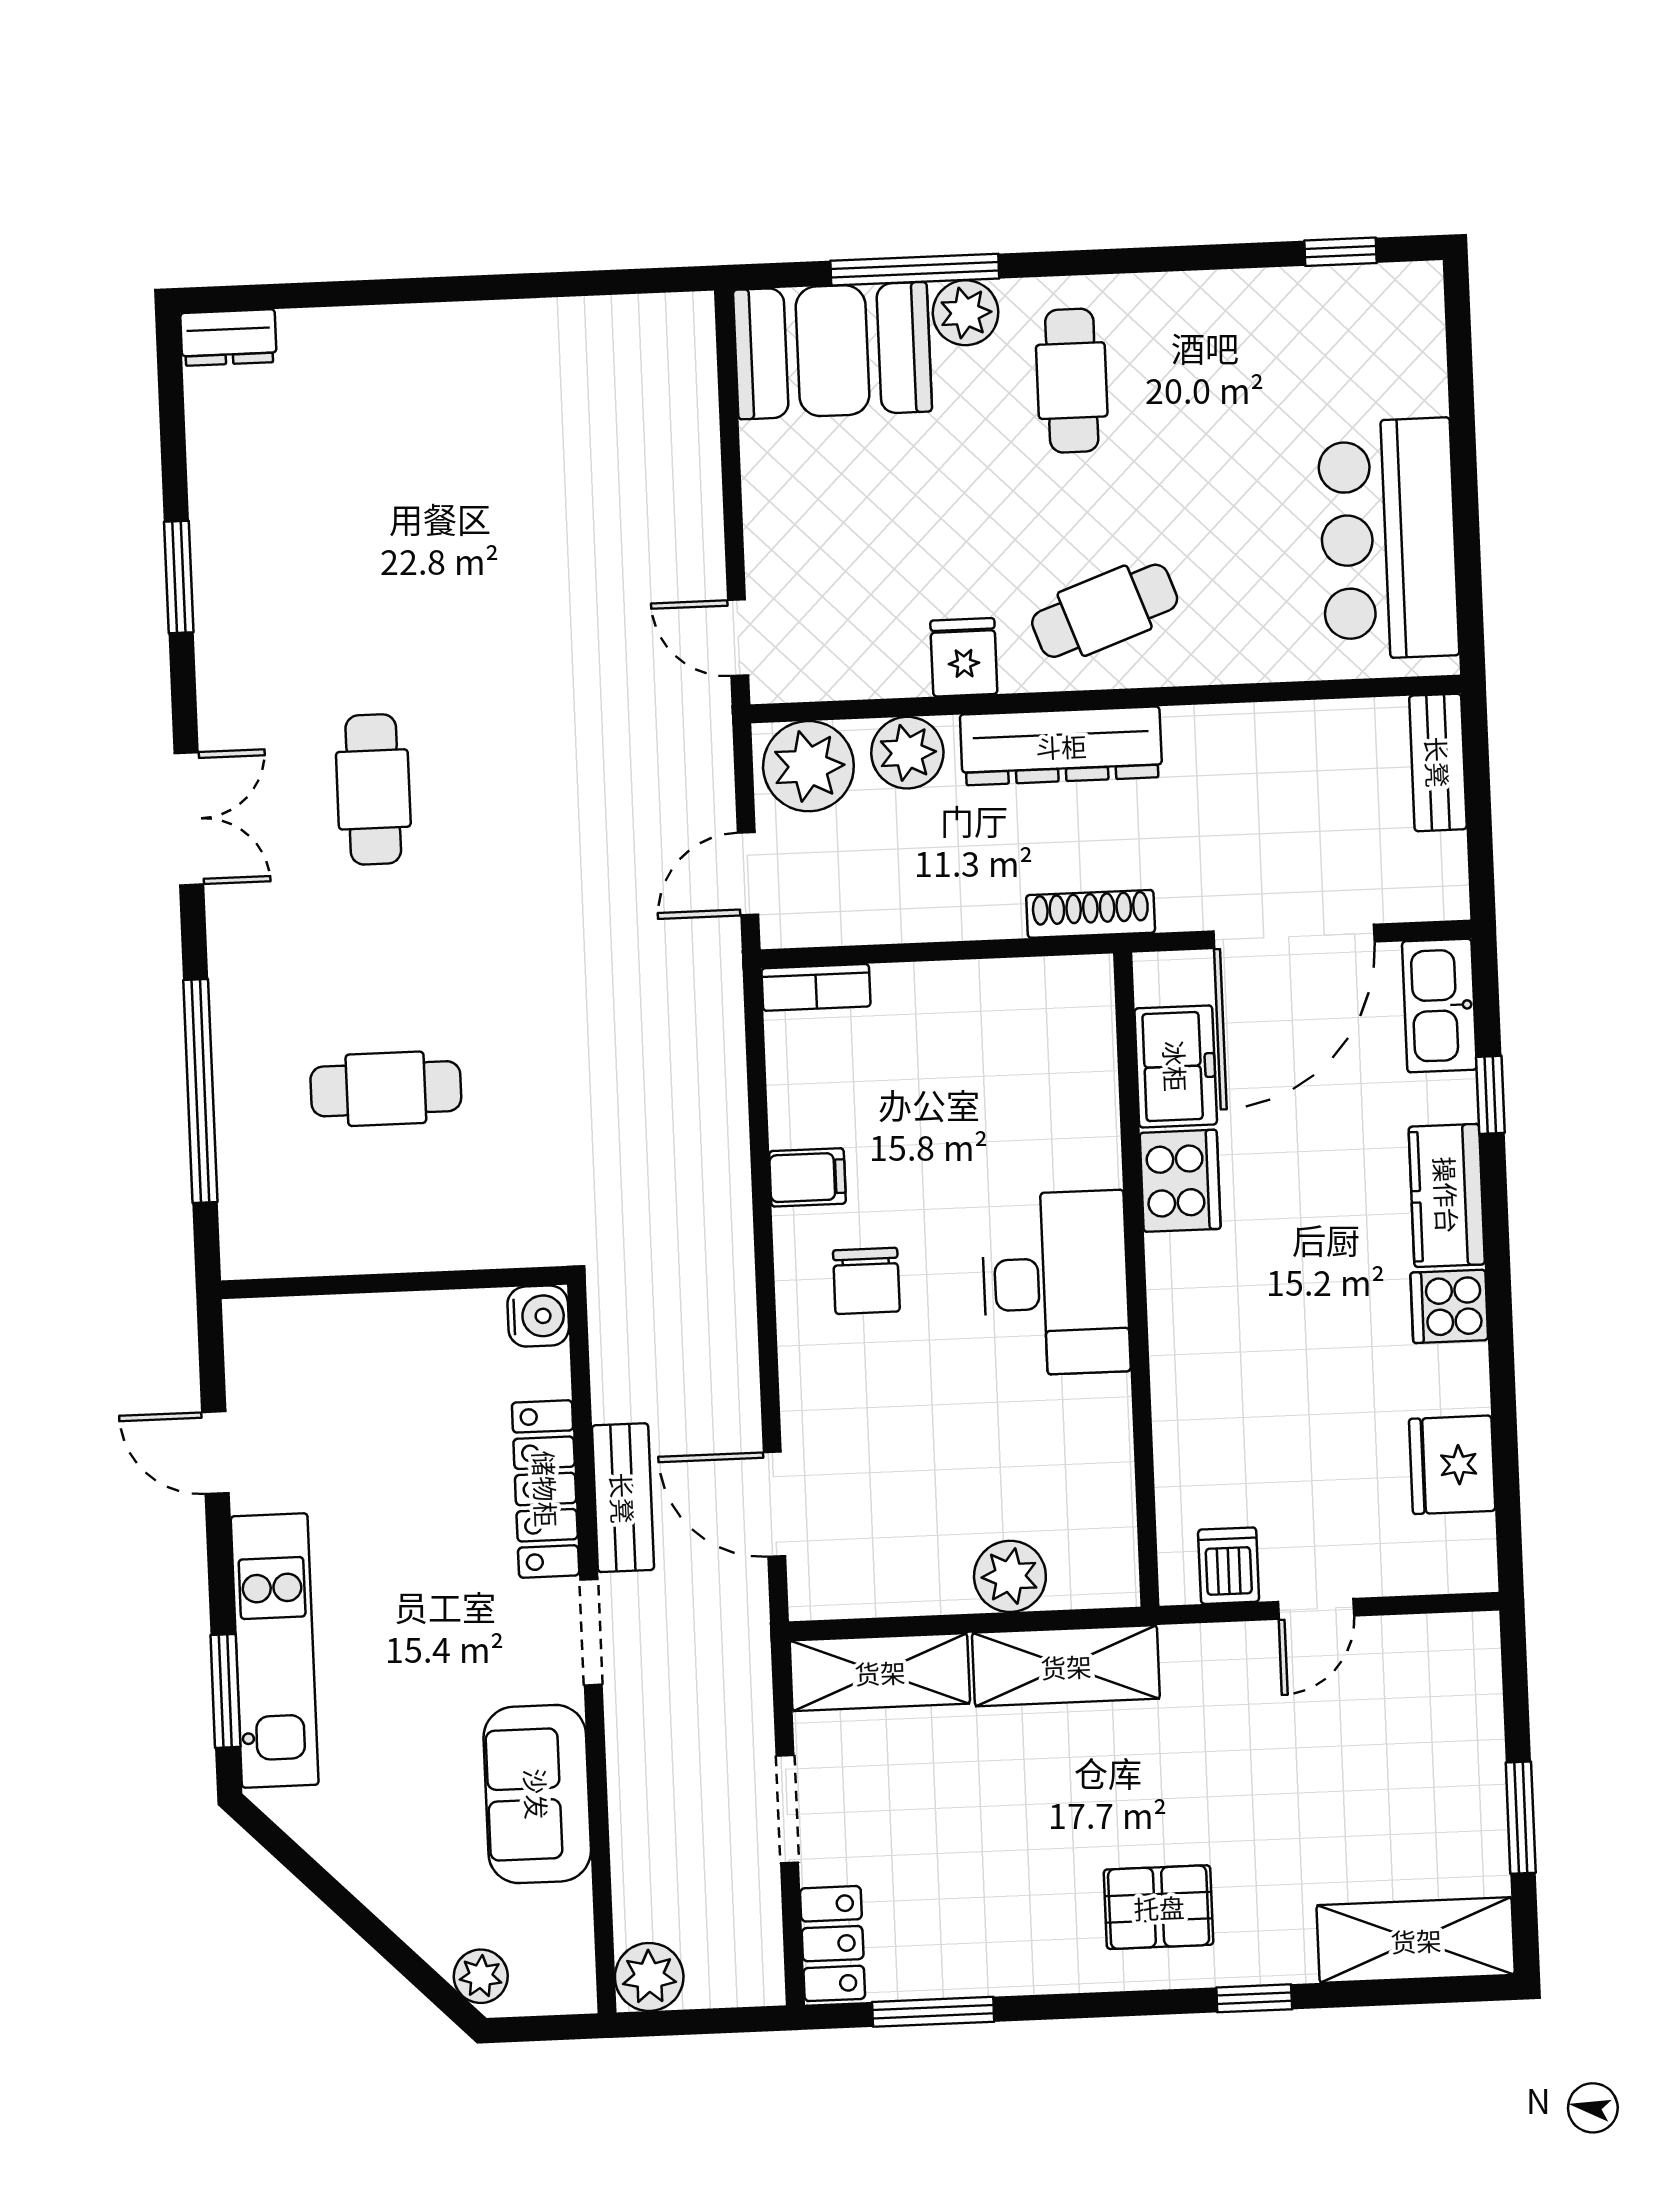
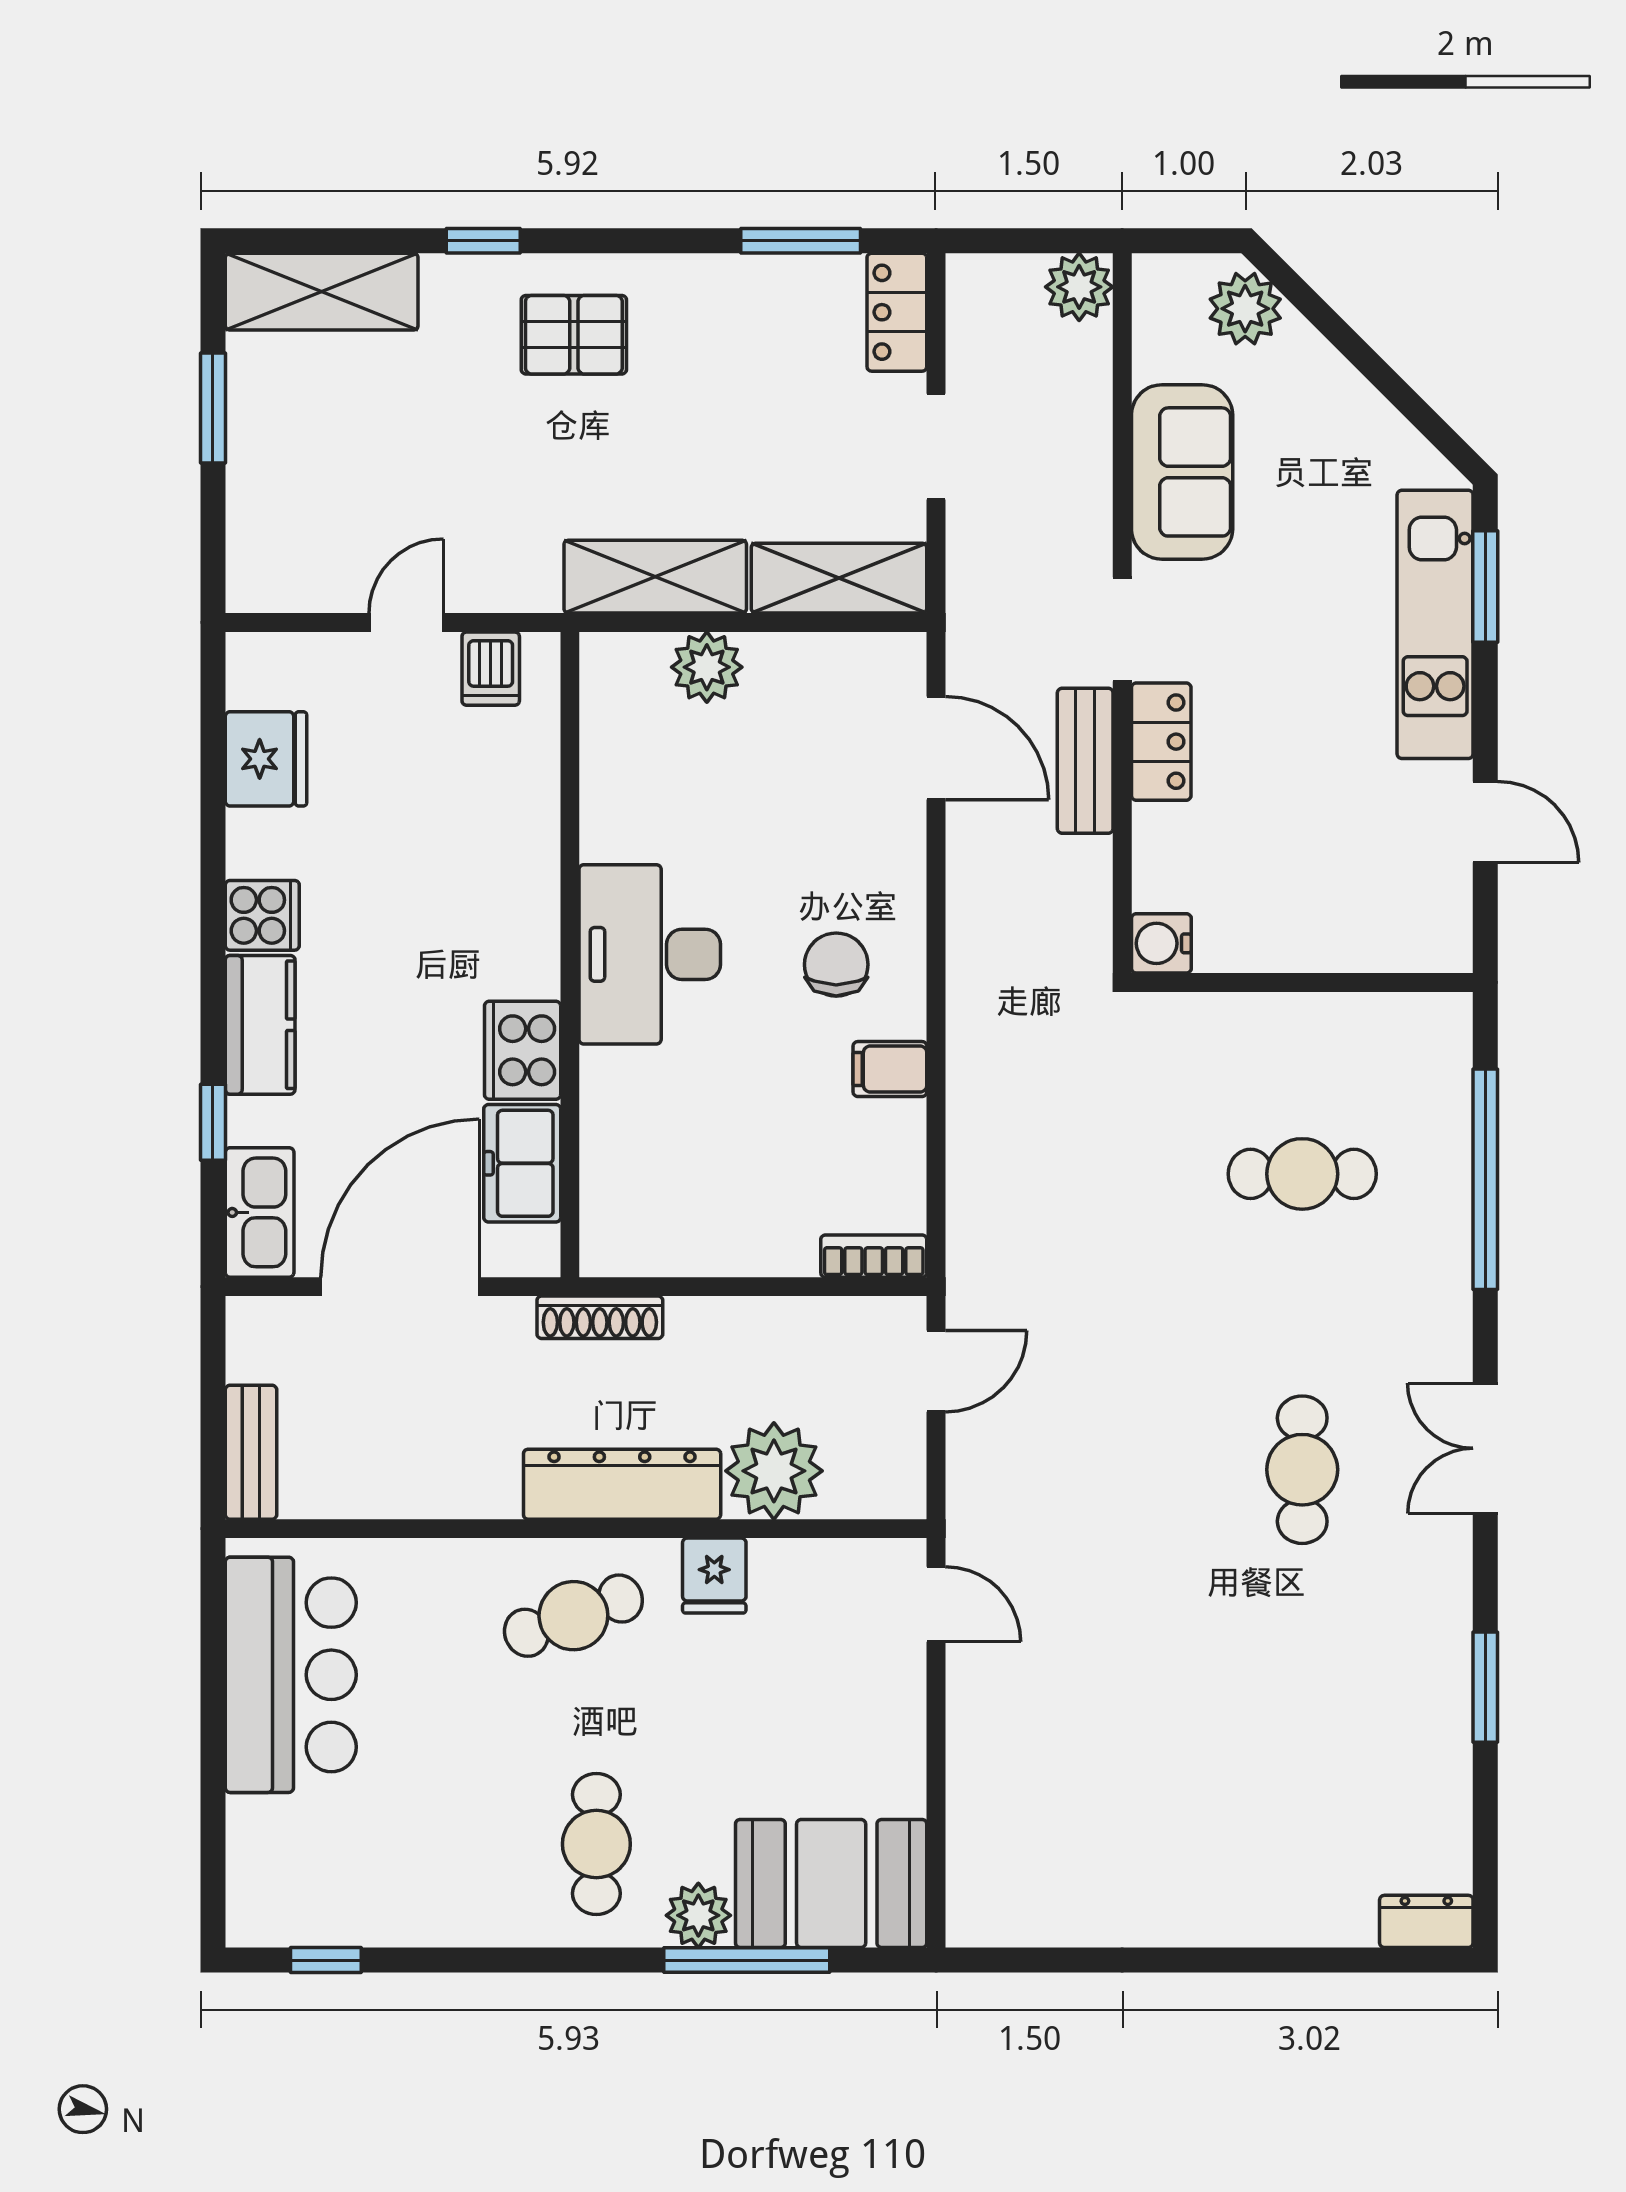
plant: (907, 753) -> (774, 1471), width x1.36, depth x1.36
plant: (808, 766) -> (872, 1475), removed
locker: (546, 1489) -> (1161, 742), width x0.66
plant: (481, 1976) -> (1245, 309), width x1.38, depth x1.38

